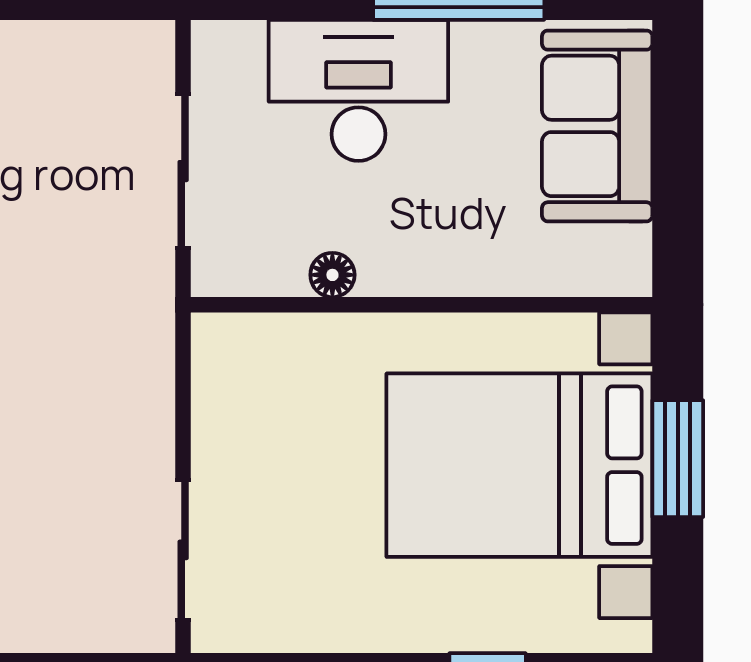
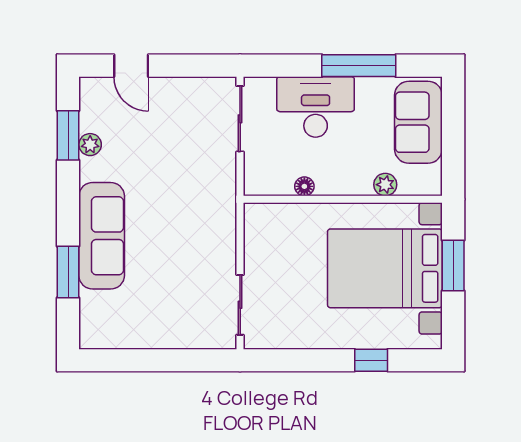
sliding door: (183, 171) -> (240, 119), moved
plant: (520, 271) -> (385, 185), added

